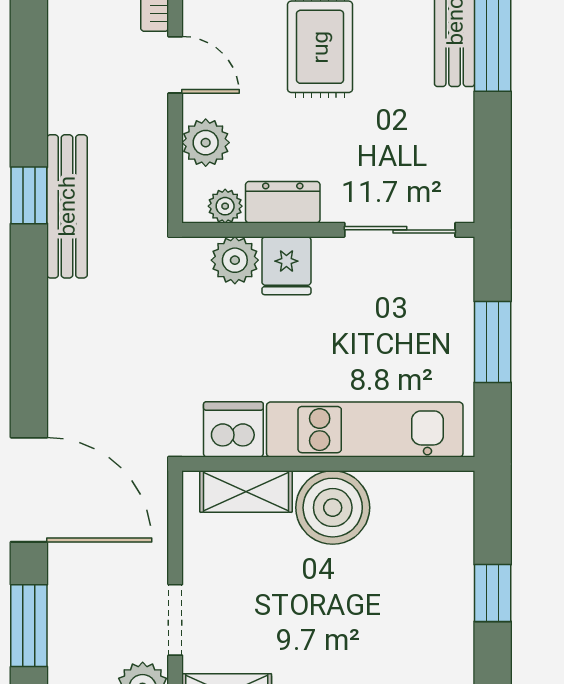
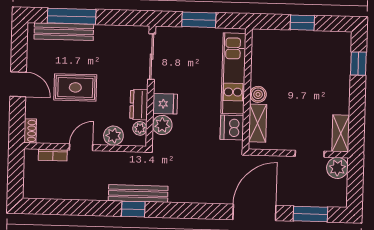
boiler: (333, 508) -> (258, 94), width x0.54, depth x0.54

